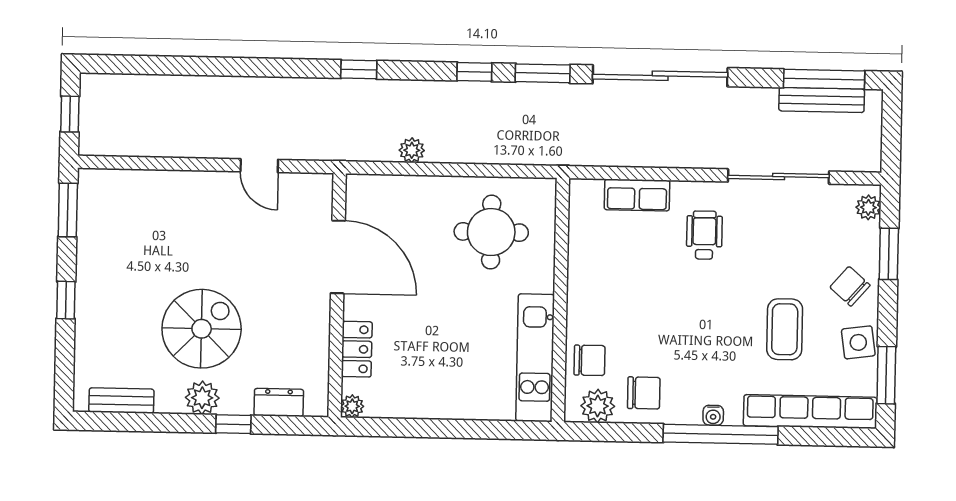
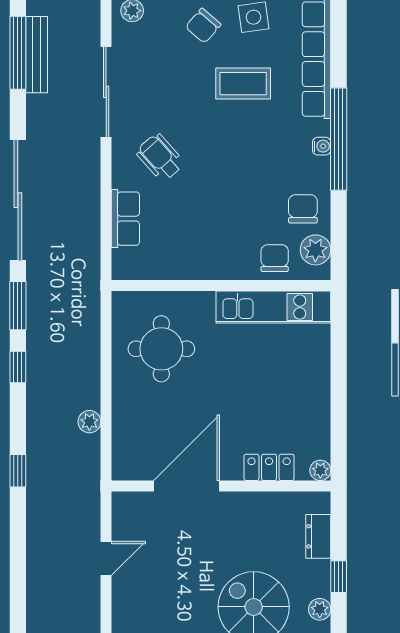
wheelchair: (704, 235) -> (160, 157), turned 48
plant: (202, 398) -> (320, 609), width x0.73, depth x0.73

